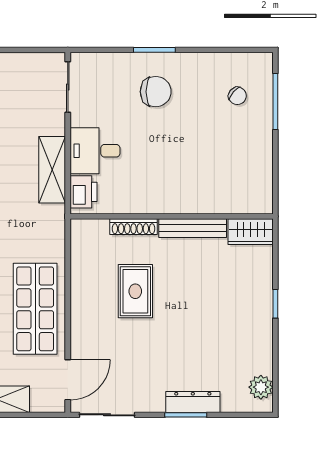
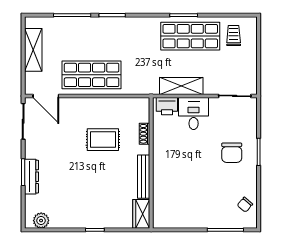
chair: (237, 96) -> (245, 205), moved
shoe rack: (133, 227) -> (145, 134), width x0.70

